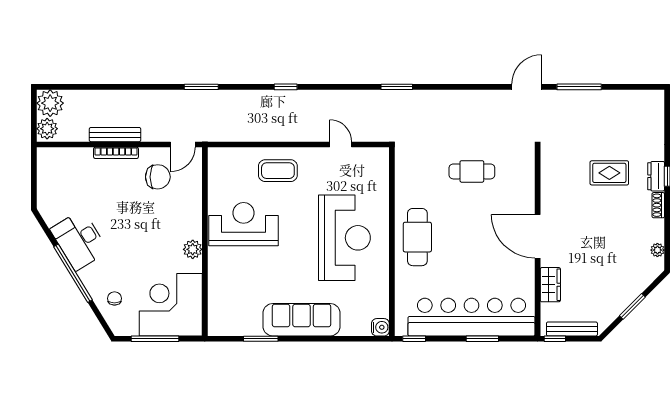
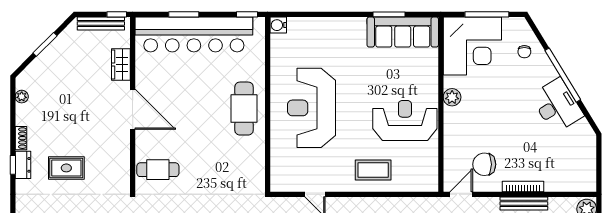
cafe table: (472, 171) -> (158, 170), moved
reception desk: (244, 224) -> (405, 120), turned 180
sofa: (302, 320) -> (403, 32), moved

